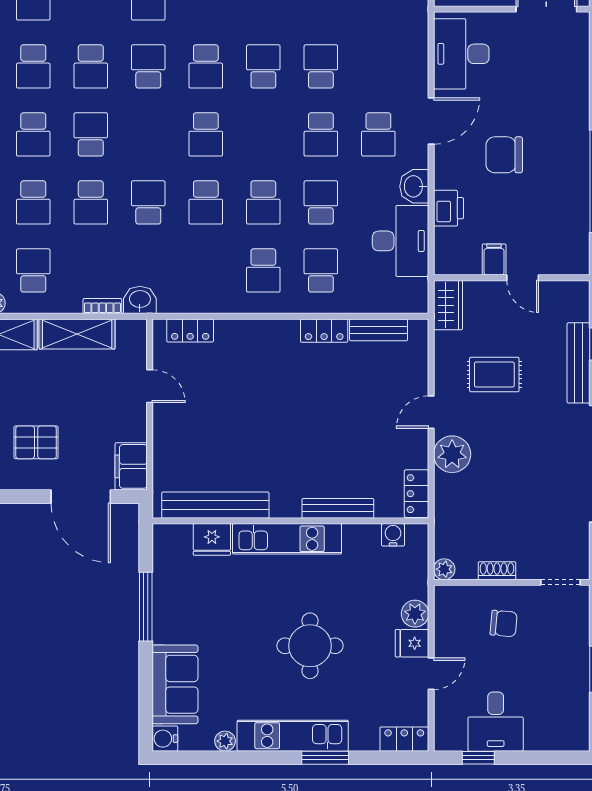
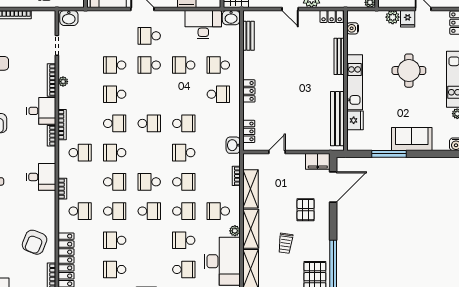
school desk: (321, 134) -> (149, 65), turned 180
school desk: (378, 134) -> (149, 36), turned 180
washbasin: (414, 186) -> (231, 18), moved
school desk: (263, 202) -> (184, 94), removed
washbasin: (140, 300) -> (233, 145), moved
locker: (324, 331) -> (249, 91), moved
sofa: (175, 684) -> (412, 139), moved

